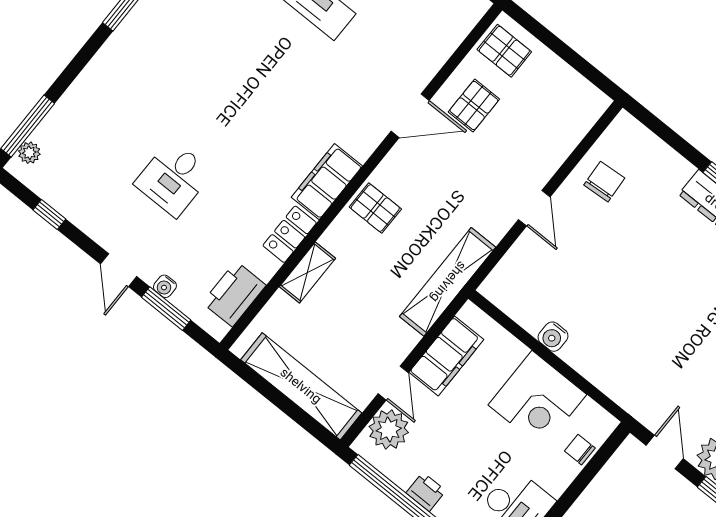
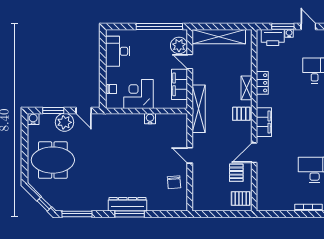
filing cabinet: (327, 182) -> (264, 122), moved
shelving: (307, 272) -> (246, 88), moved
printer: (234, 294) -> (273, 37), moved, turned 90
printer: (426, 492) -> (151, 35), removed

